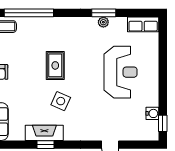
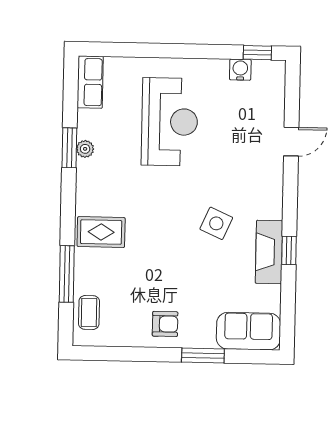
window: (29, 13) -> (67, 274), width x0.68
rug: (55, 65) -> (101, 232), moved
reception desk: (121, 72) -> (170, 122), turned 90

